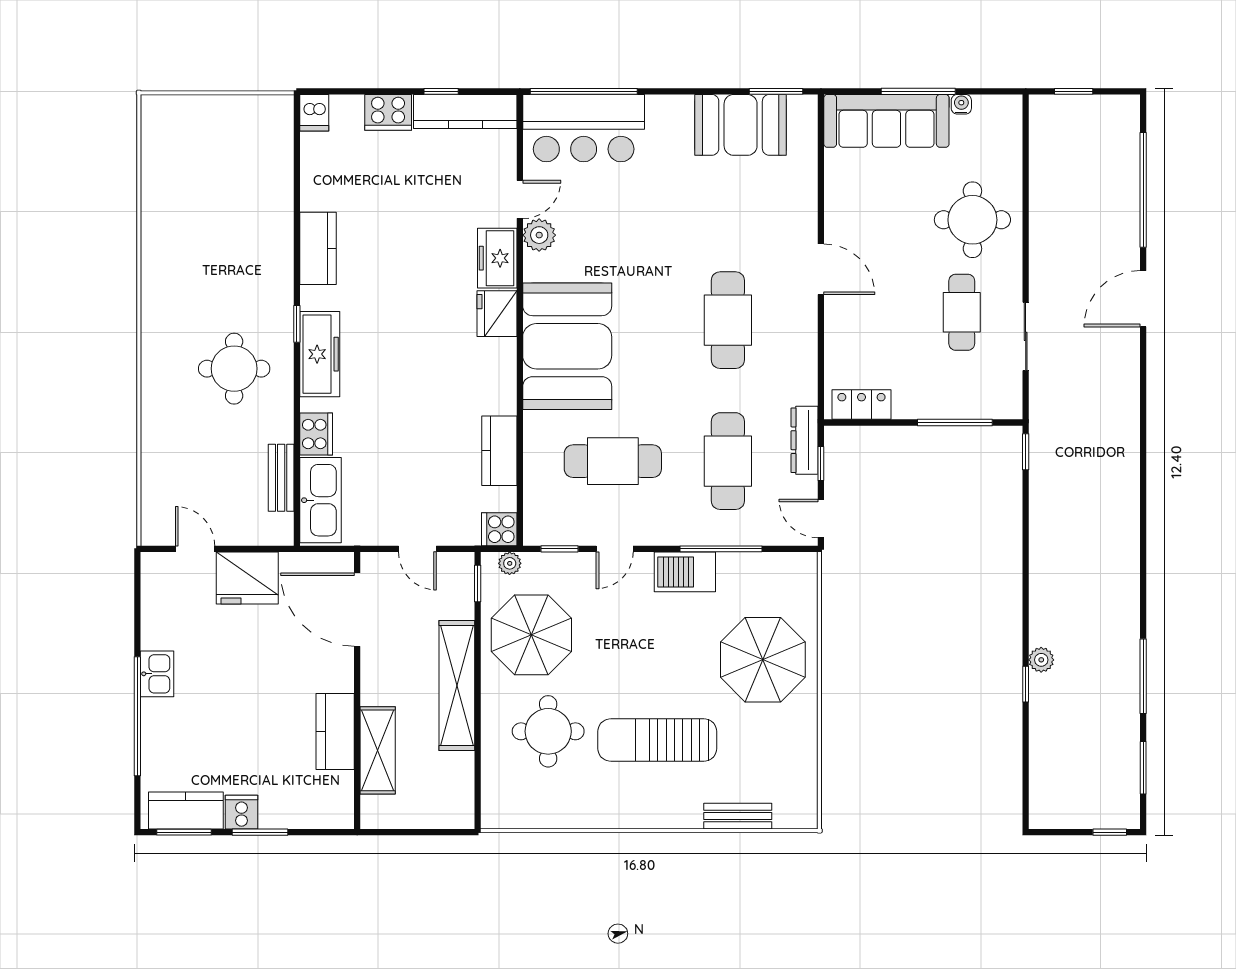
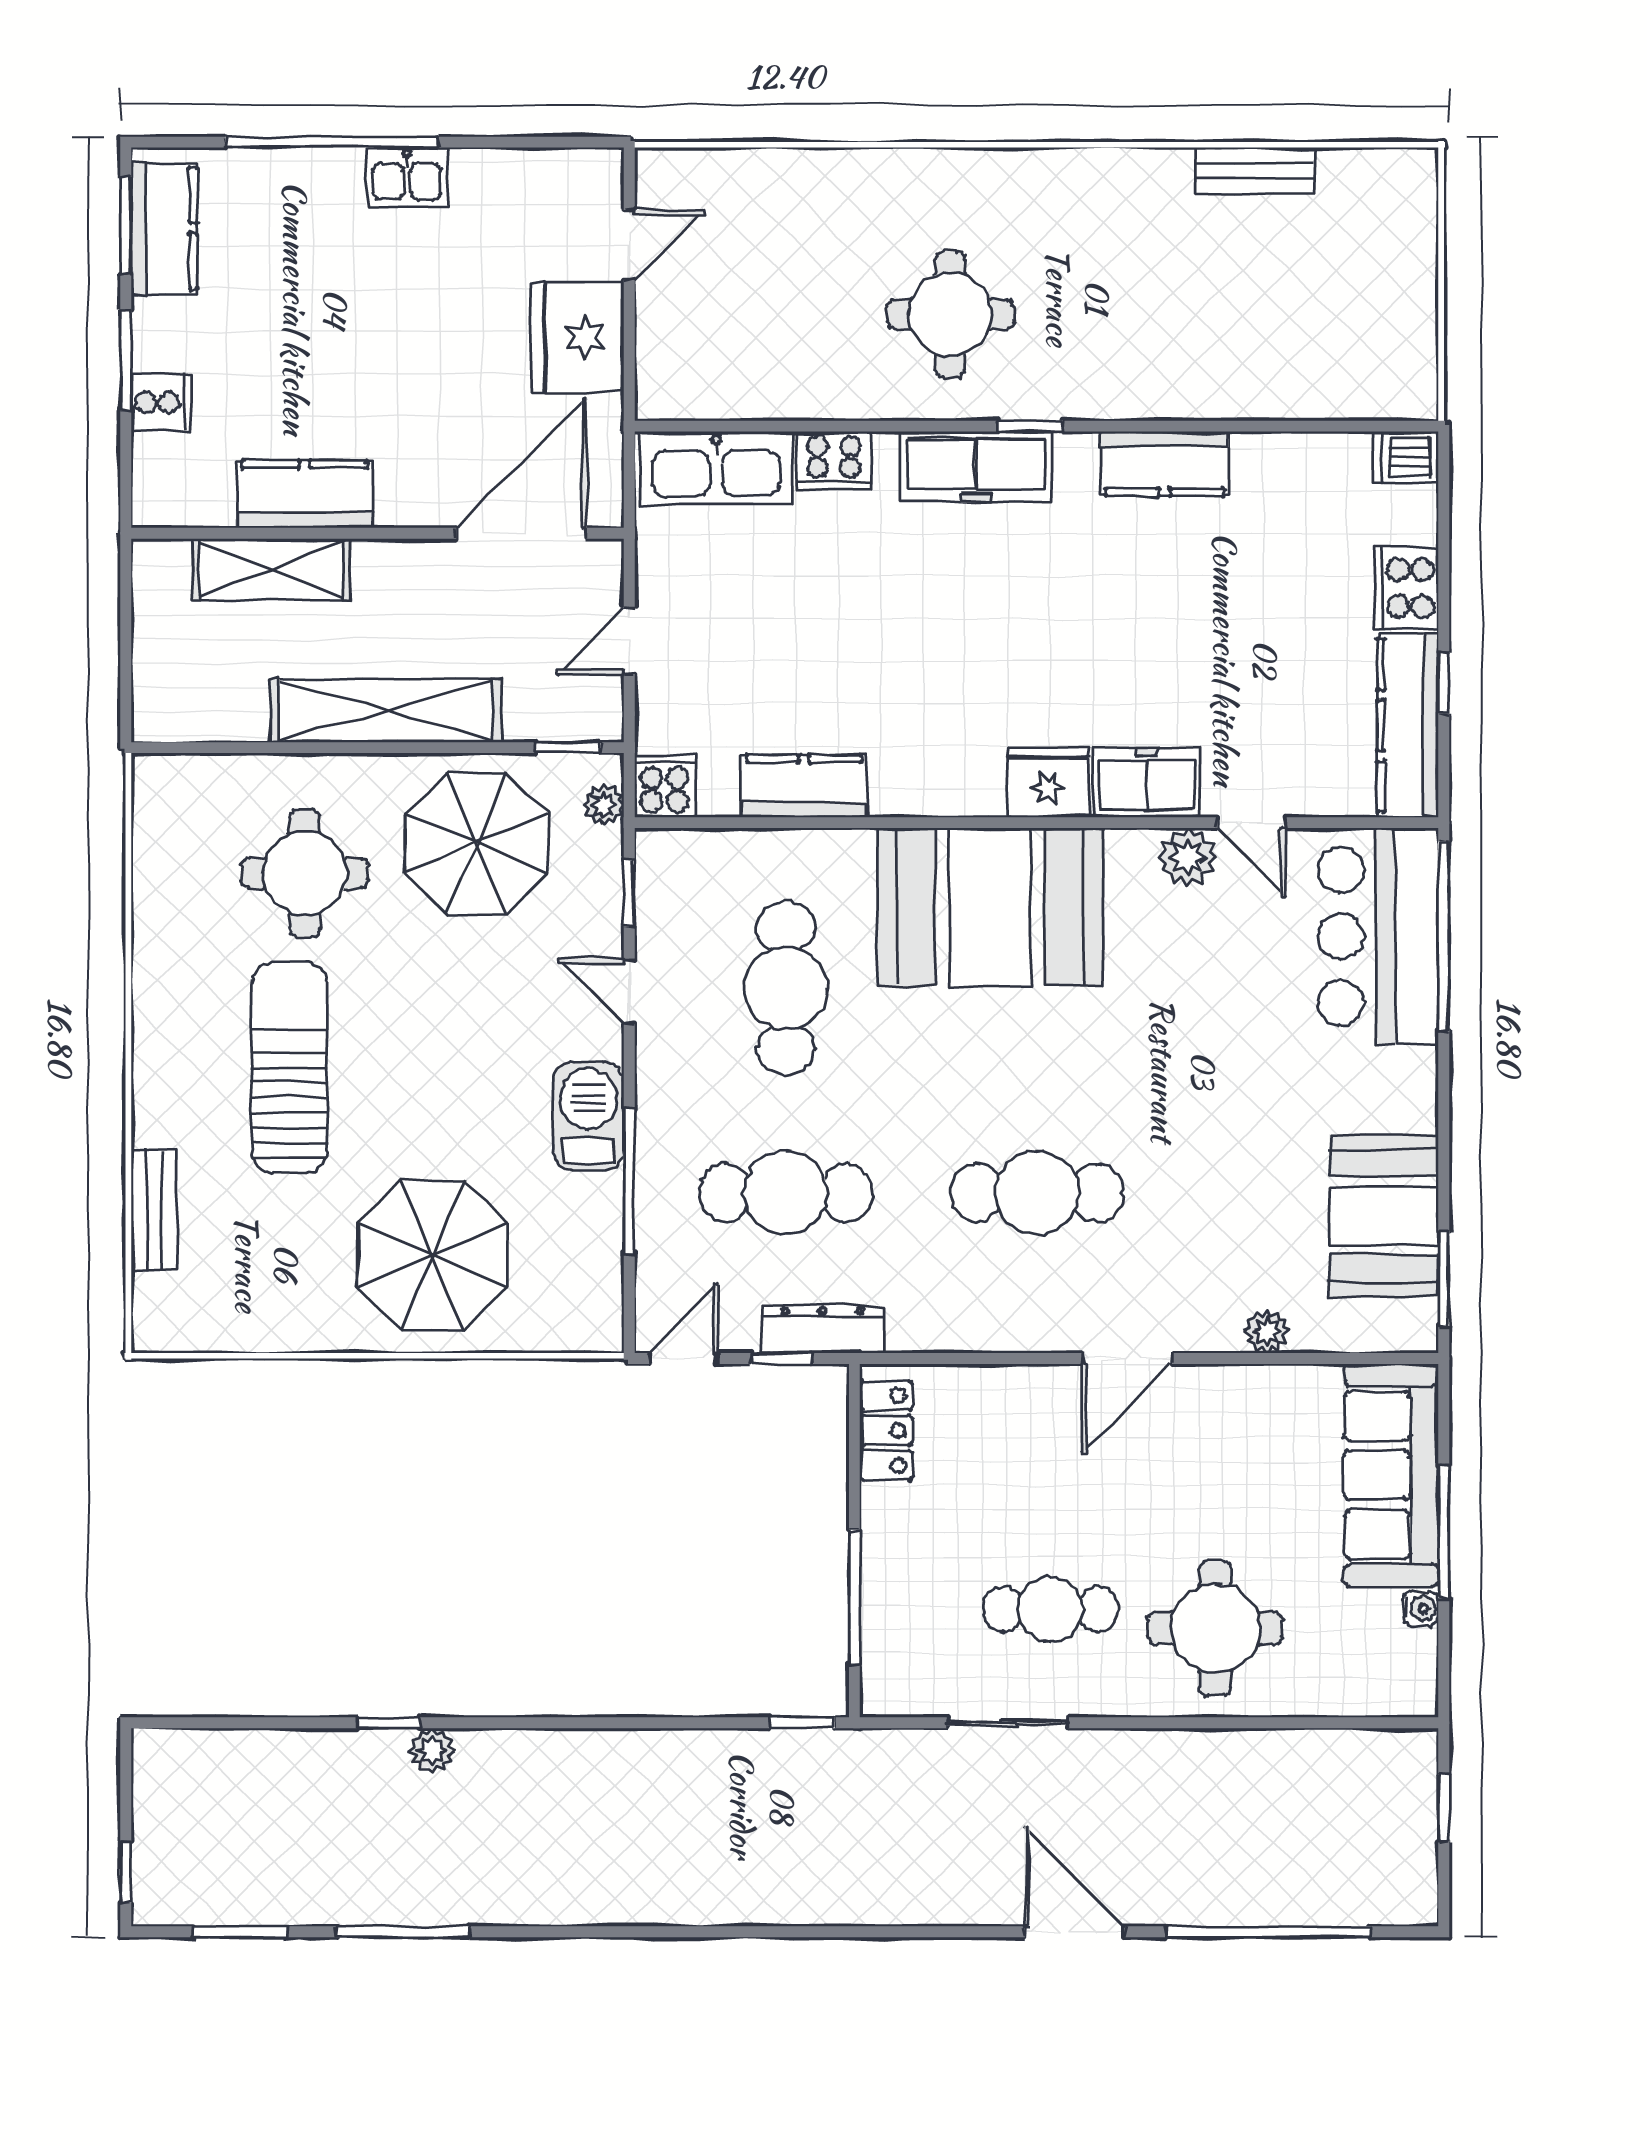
plant: (806, 191) -> (1267, 1331), added
bench: (281, 478) -> (1255, 170), moved
cooker: (241, 812) -> (161, 403), moved

